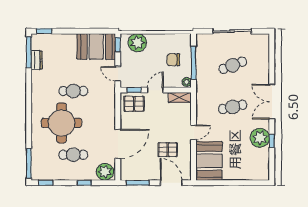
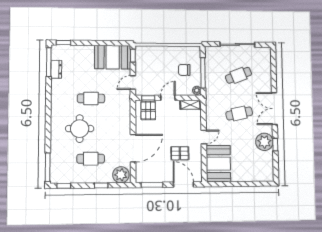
plant: (137, 43) -> (151, 54), removed
door: (118, 74) -> (133, 82), hinge flipped
pallet: (134, 104) -> (148, 110), turned 90
round table: (62, 123) -> (80, 129), width x0.73, depth x0.73

